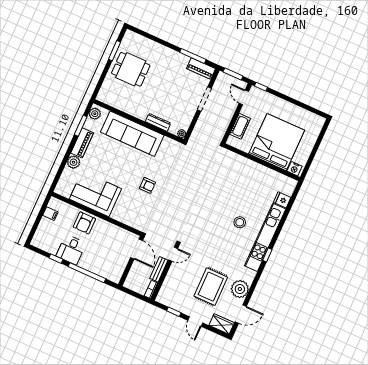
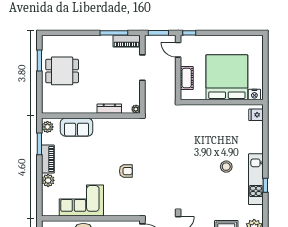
sofa: (132, 134) -> (77, 127), width x0.54, depth x0.79
fridge: (282, 200) -> (256, 115), moved
kitchen unit: (265, 237) -> (256, 179), width x0.73

